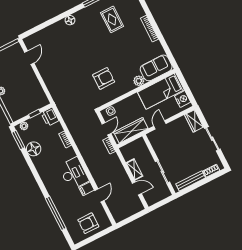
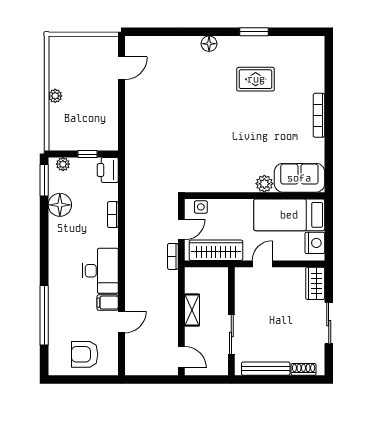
rug: (112, 19) -> (256, 79), moved, turned 90
armchair: (104, 78) -> (215, 154), removed
door: (137, 188) -> (181, 357), moved

